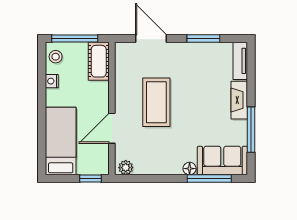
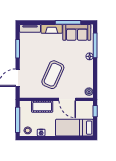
cot: (99, 61) -> (42, 107), moved
coffee table: (156, 102) -> (53, 75), turned -66
sofa: (222, 160) -> (77, 32), moved, turned -90

